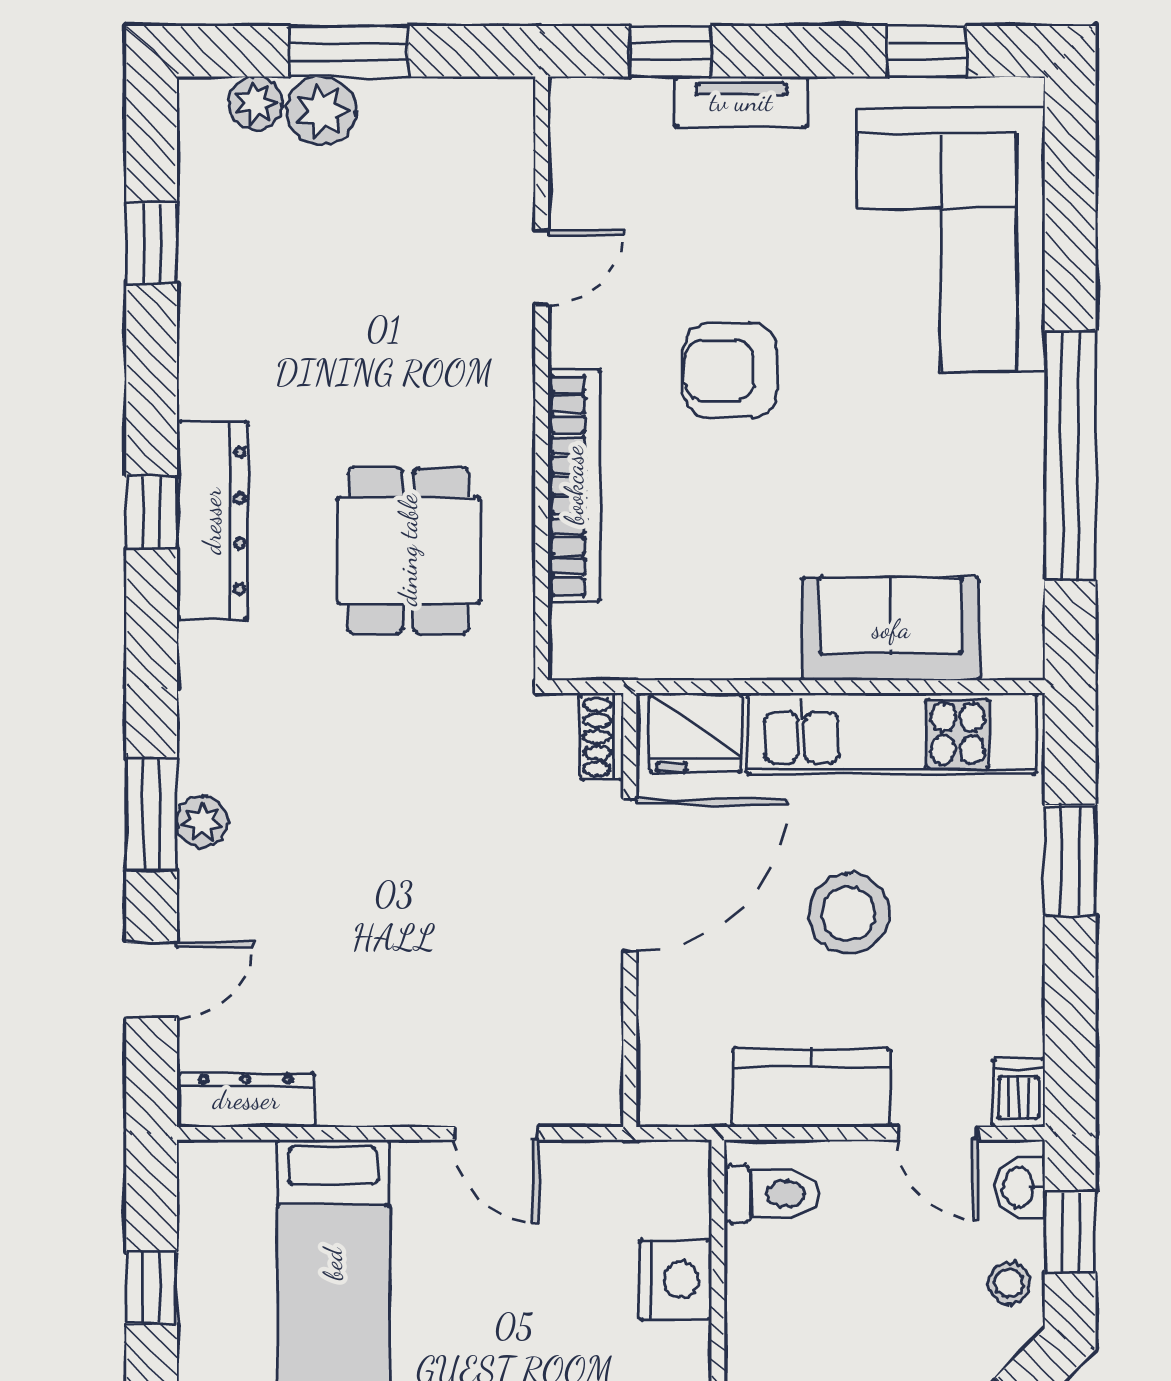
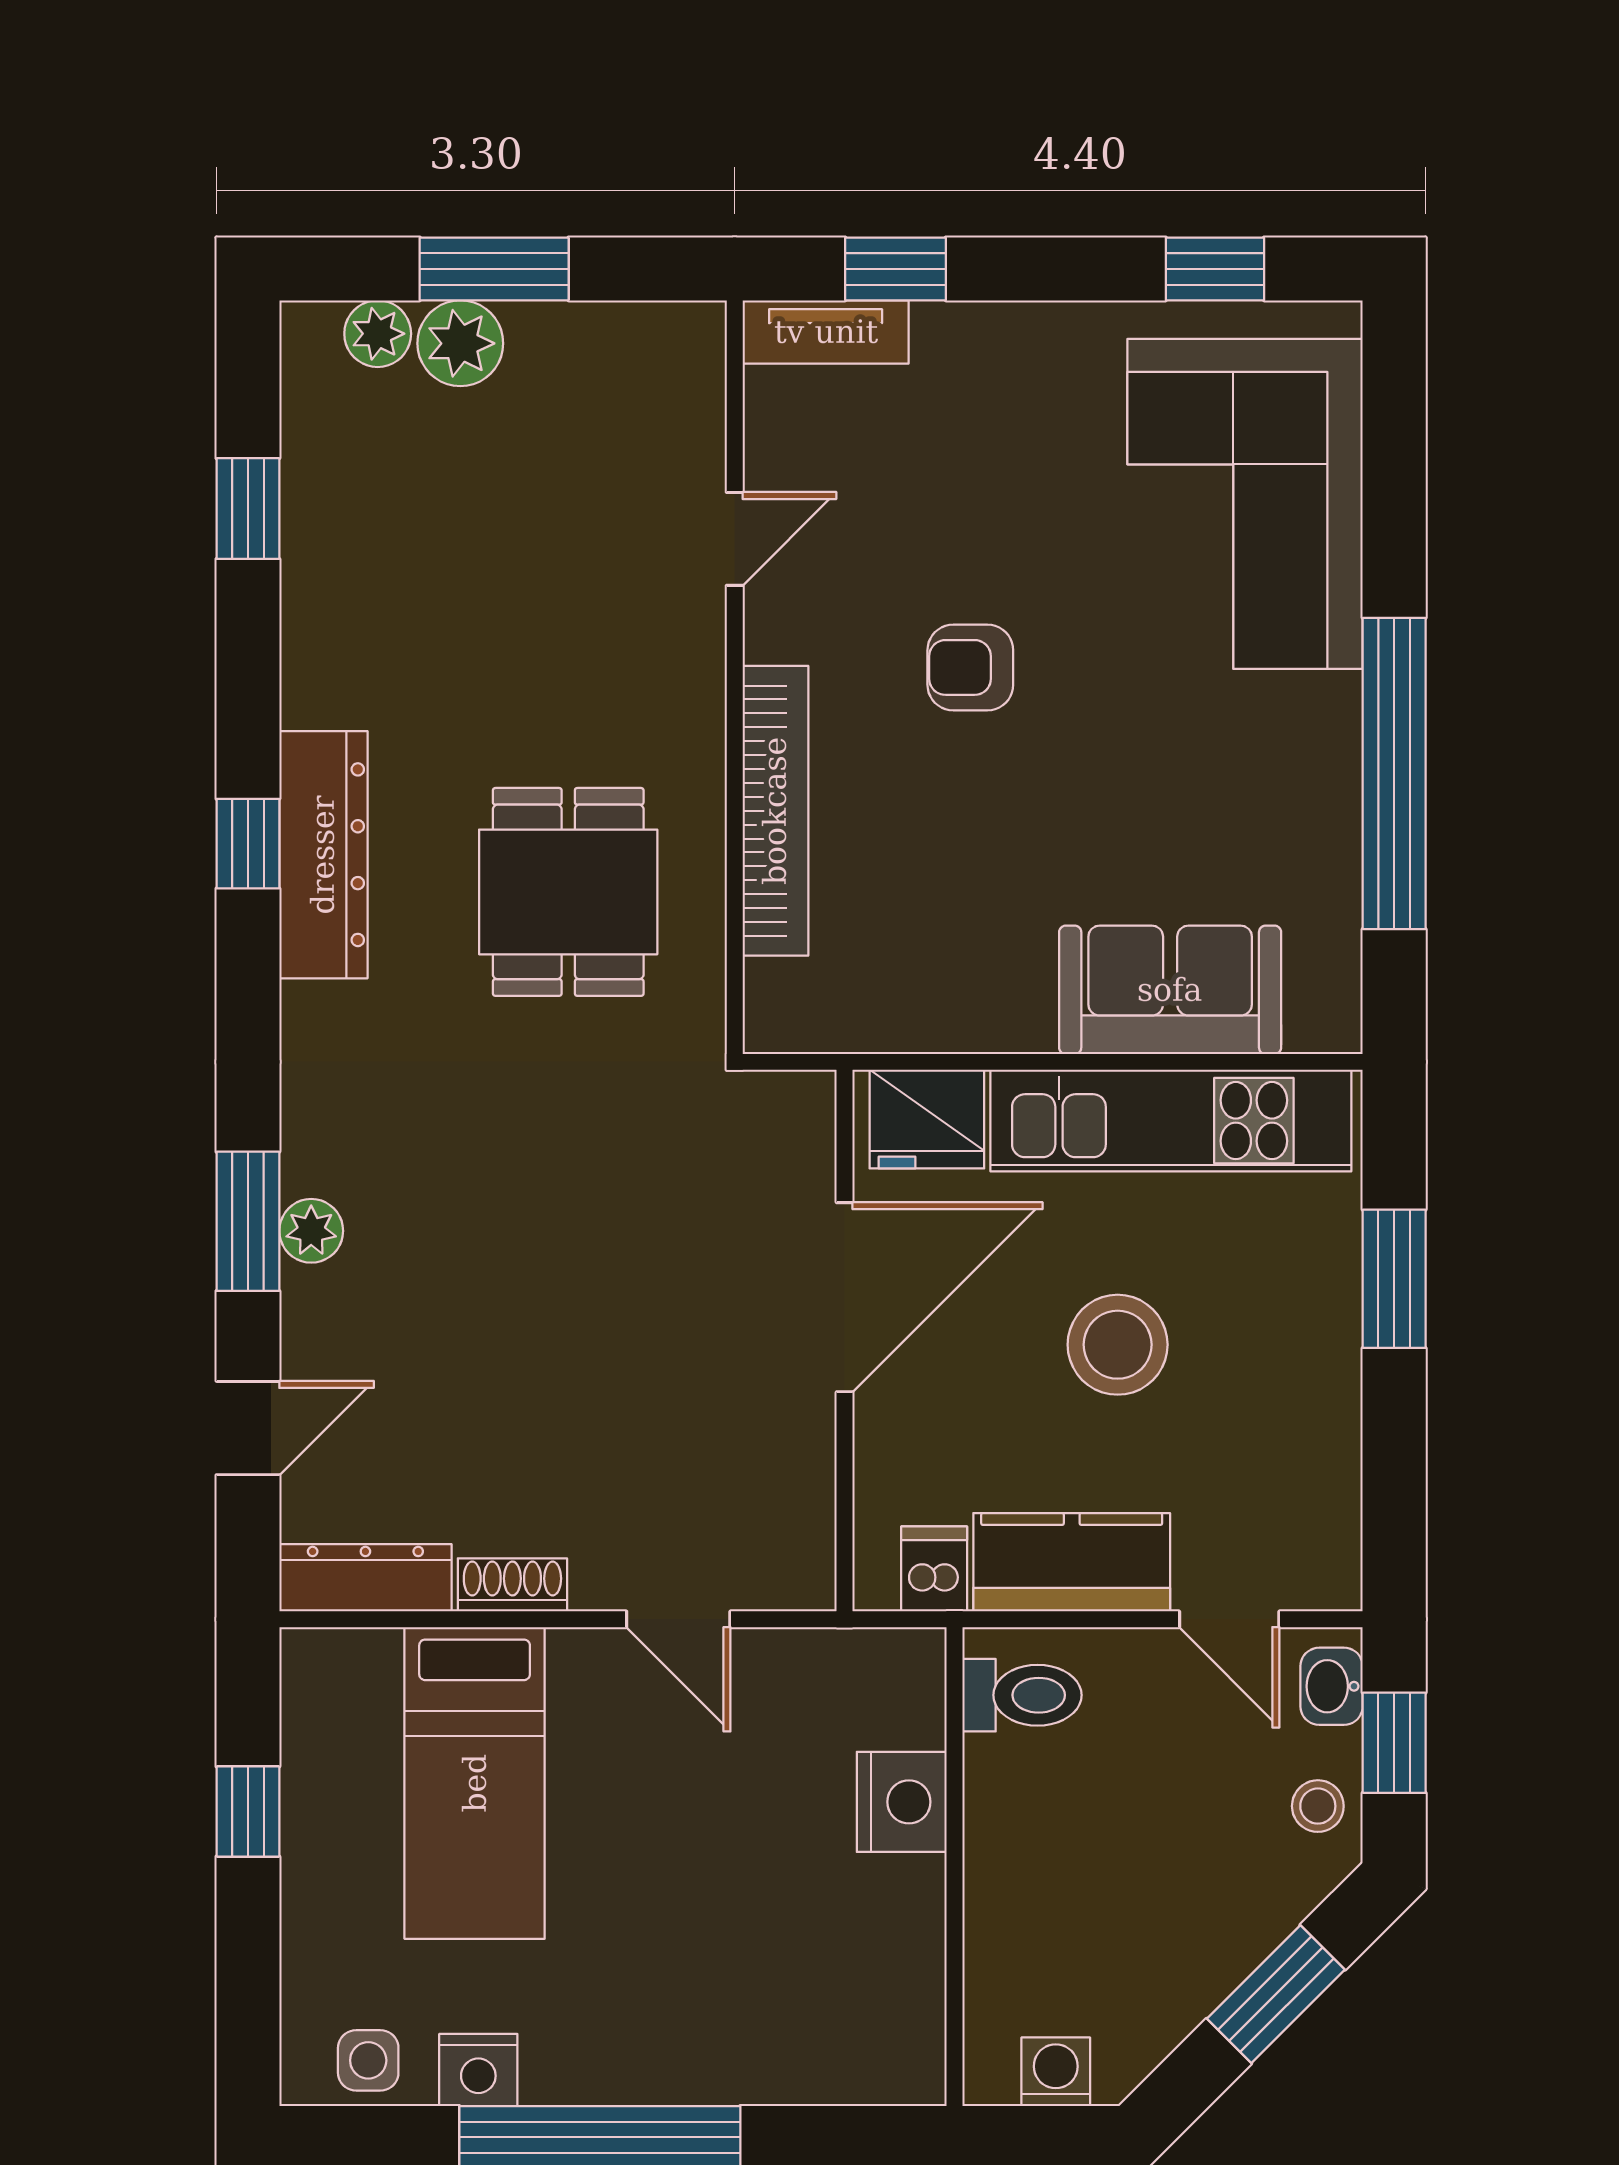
tv unit: (741, 102) -> (826, 332), moved
armchair: (730, 371) -> (970, 667), width x0.72, depth x0.72
shoe rack: (602, 737) -> (512, 1585), moved, turned 90
dishwasher: (1019, 1093) -> (934, 1569), moved

